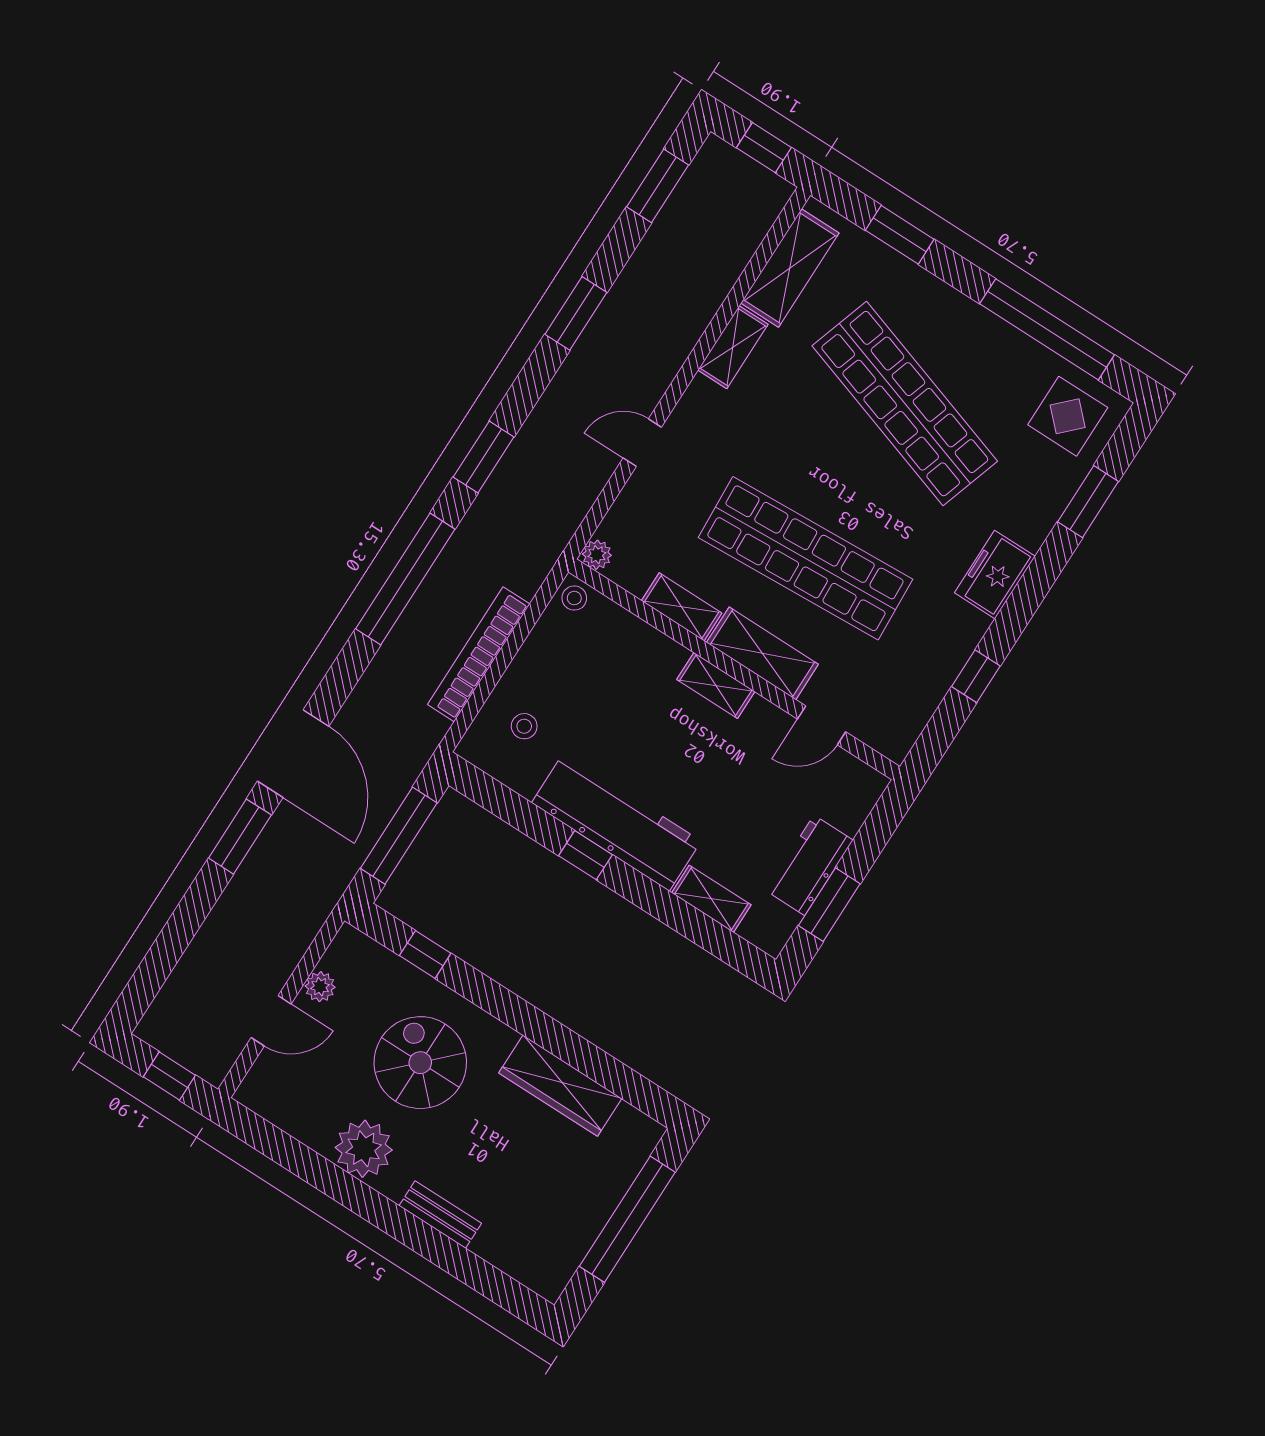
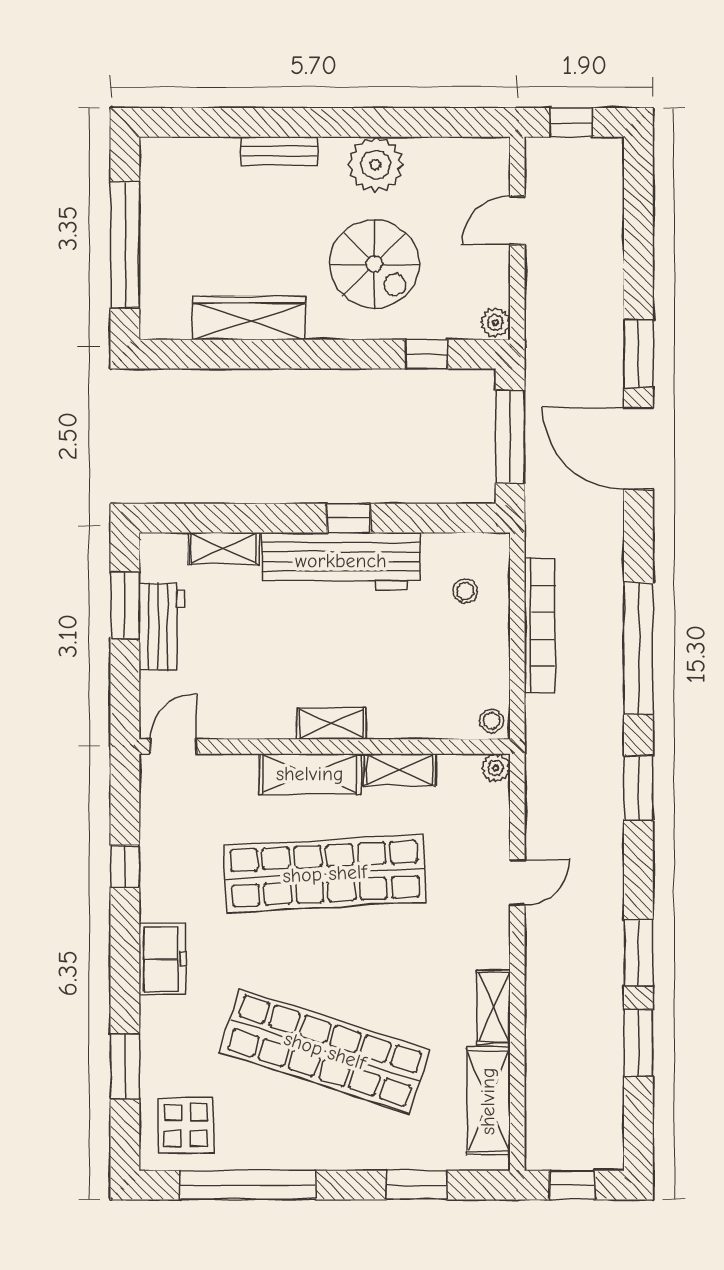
window: (658, 186) -> (638, 1043), moved
door: (822, 725) -> (173, 746), moved
plant: (320, 987) -> (495, 322), moved

